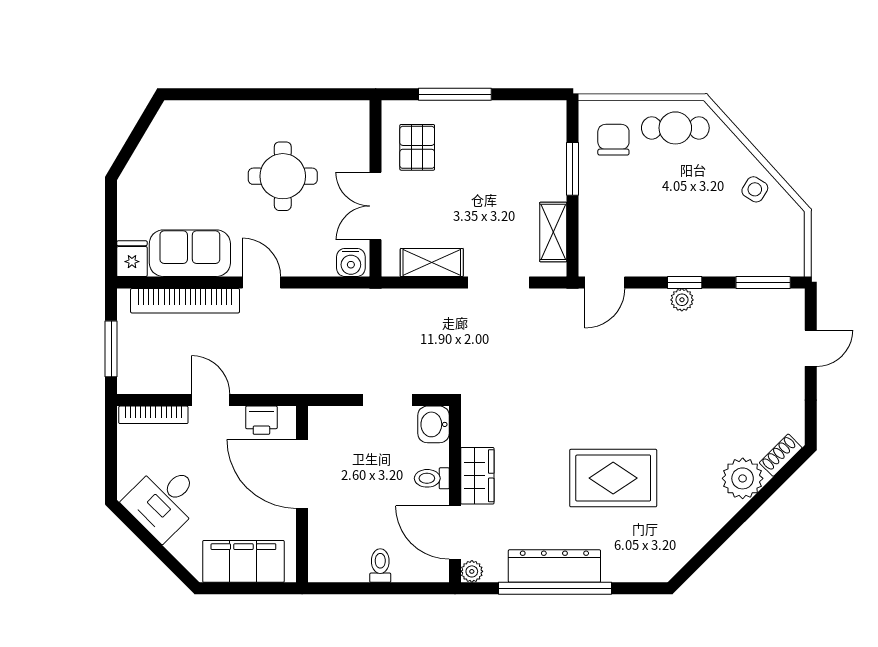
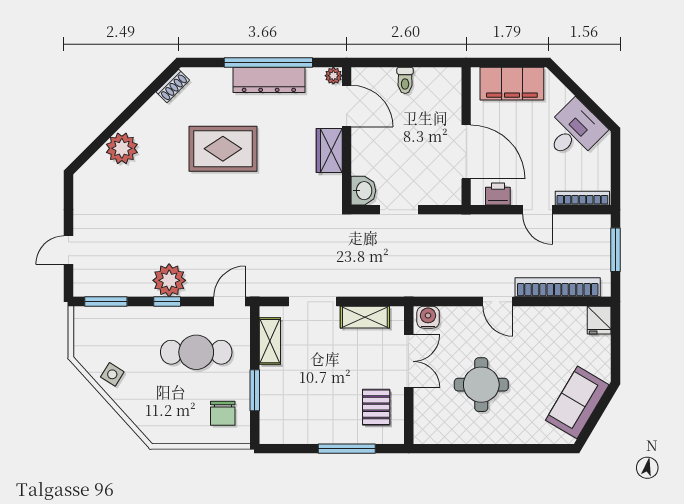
cafe table: (675, 128) -> (196, 352), moved, width x1.37, depth x1.35
sofa: (190, 253) -> (577, 402), moved, turned 121
plant: (682, 300) -> (169, 280), width x1.88, depth x1.88
shoe rack: (781, 455) -> (173, 86), moved
toilet: (432, 478) -> (365, 149), removed

